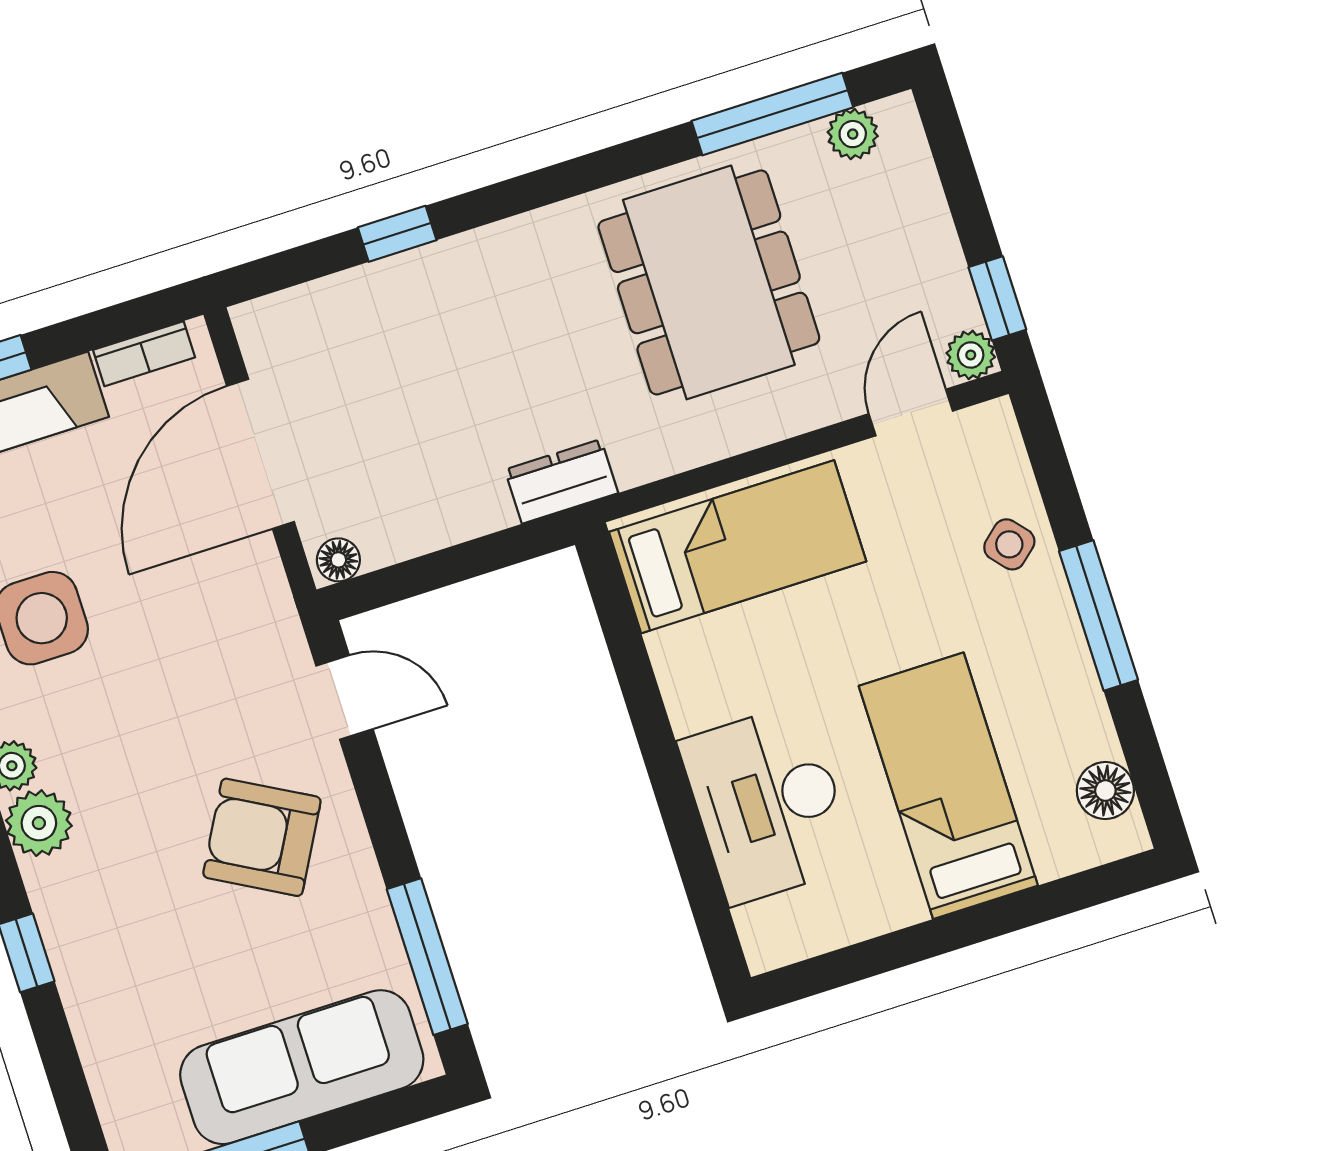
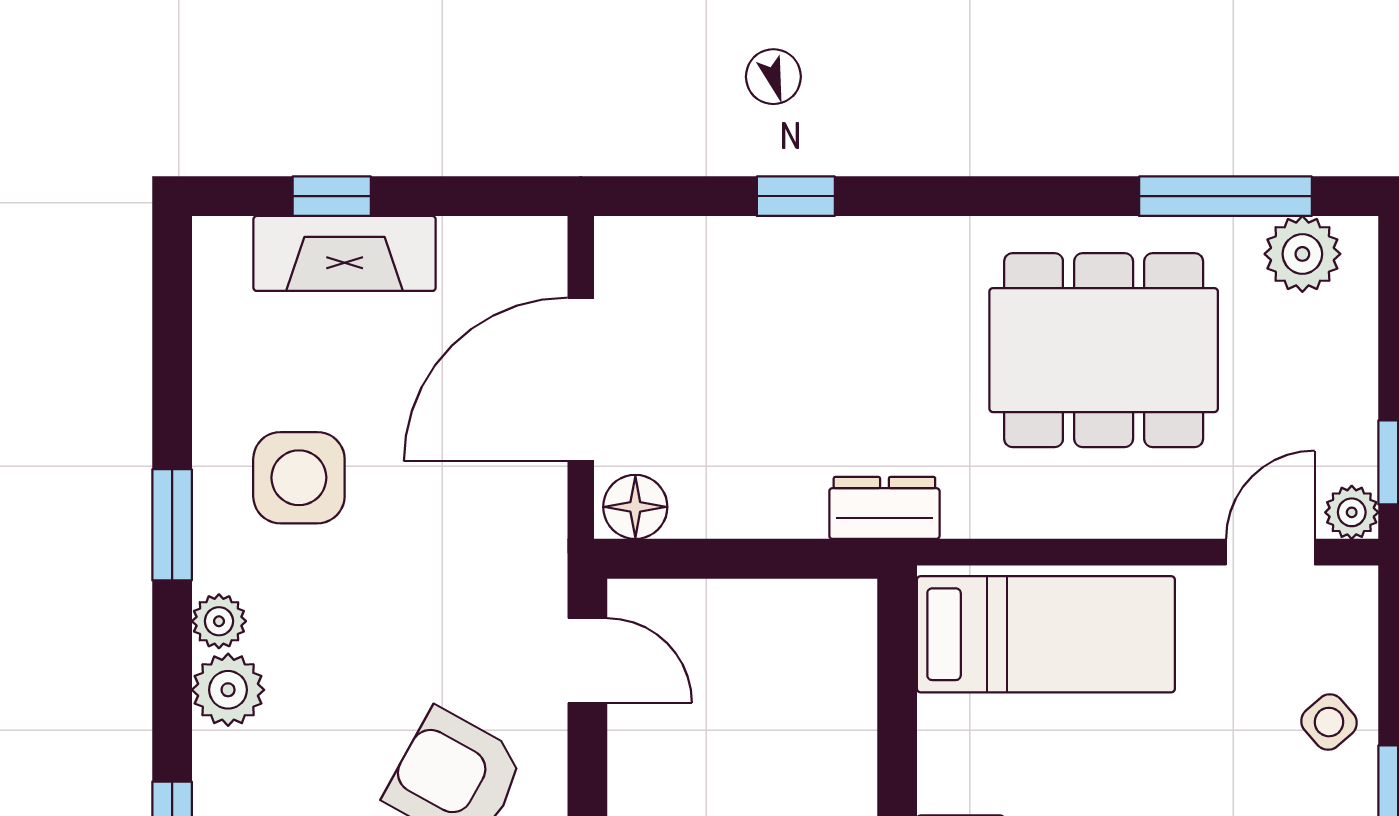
plant: (853, 134) -> (1302, 254), width x1.38, depth x1.38
dining table: (709, 282) -> (1104, 350), turned 90
bookcase: (144, 354) -> (493, 237), removed
floor lamp: (338, 560) -> (635, 507), width x1.37, depth x1.37

